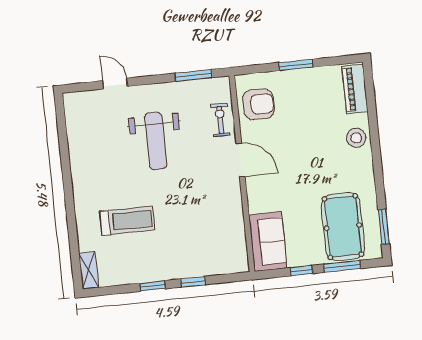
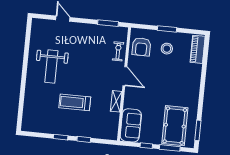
armchair: (258, 104) -> (141, 47), turned 90
stool: (356, 138) -> (167, 49), moved
weight bench: (156, 141) -> (51, 67), moved
treadmill: (127, 221) -> (75, 102), moved, turned 180
shelving: (89, 270) -> (116, 101), moved

